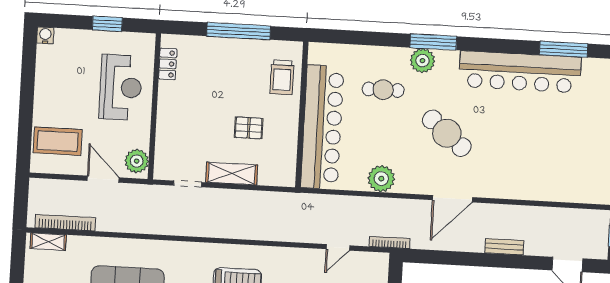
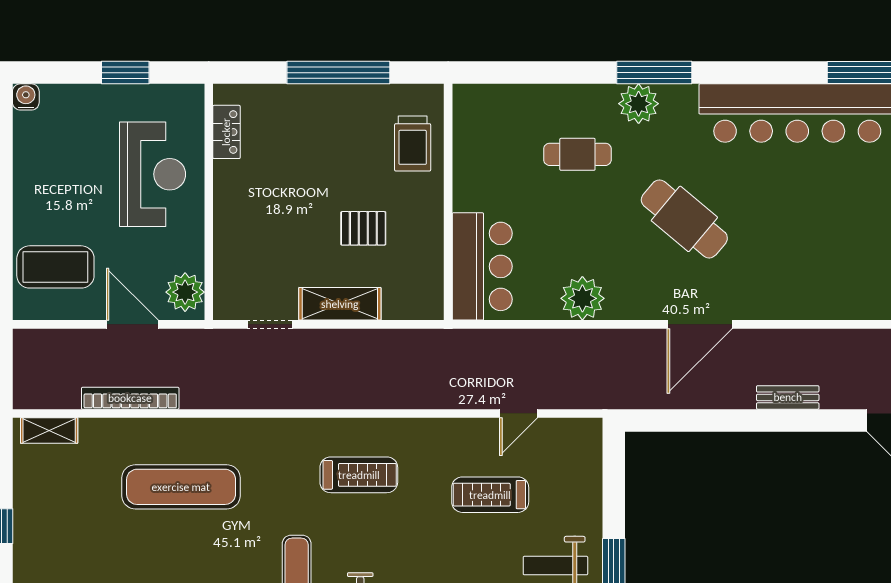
bar counter: (322, 127) -> (482, 266), width x0.54
bookcase: (65, 223) -> (130, 398), moved
bookcase: (390, 242) -> (602, 401), removed

